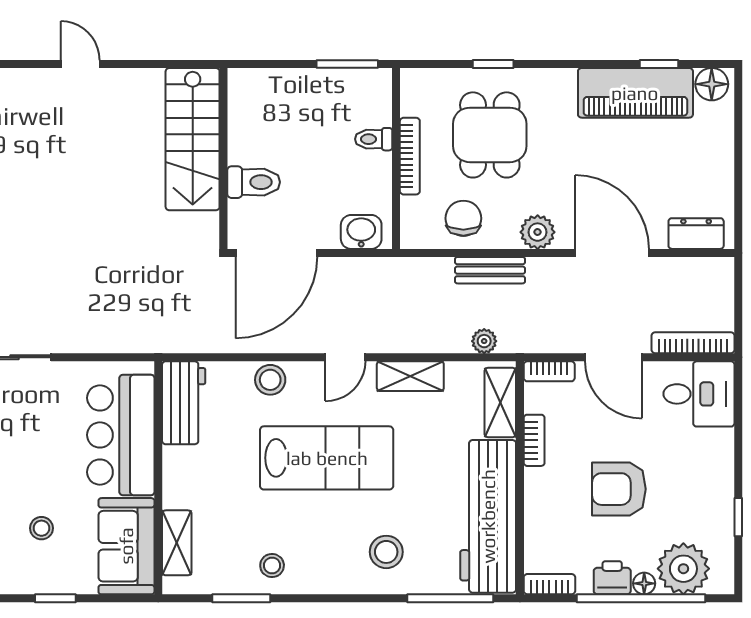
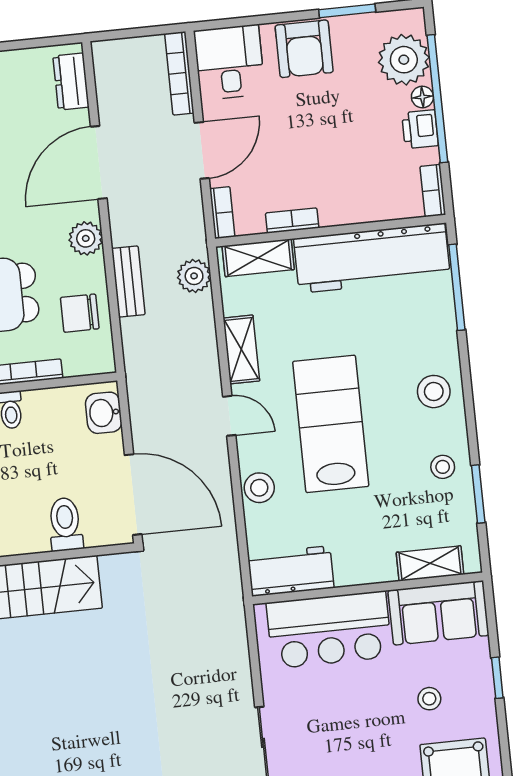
plant: (484, 341) -> (194, 276), width x1.38, depth x1.38
armchair: (619, 489) -> (304, 49), moved
window: (738, 517) -> (347, 11), width x1.50
stool: (386, 552) -> (434, 392), moved

